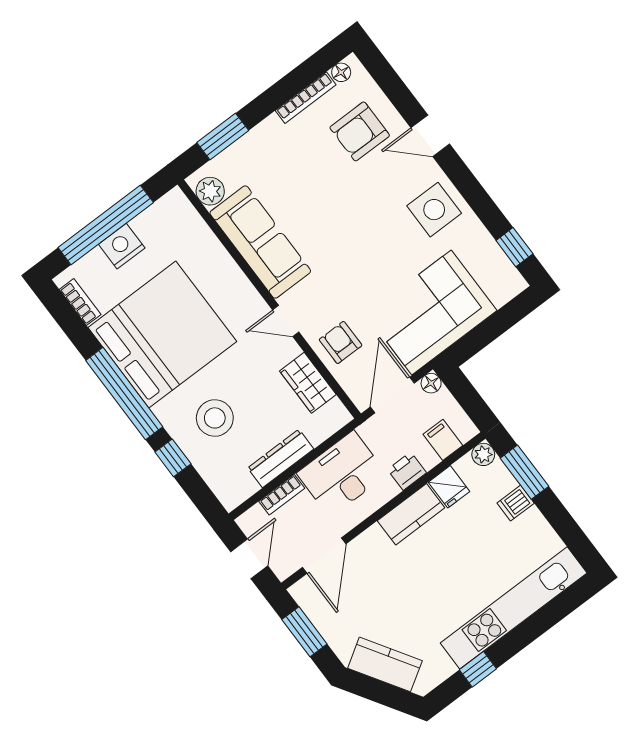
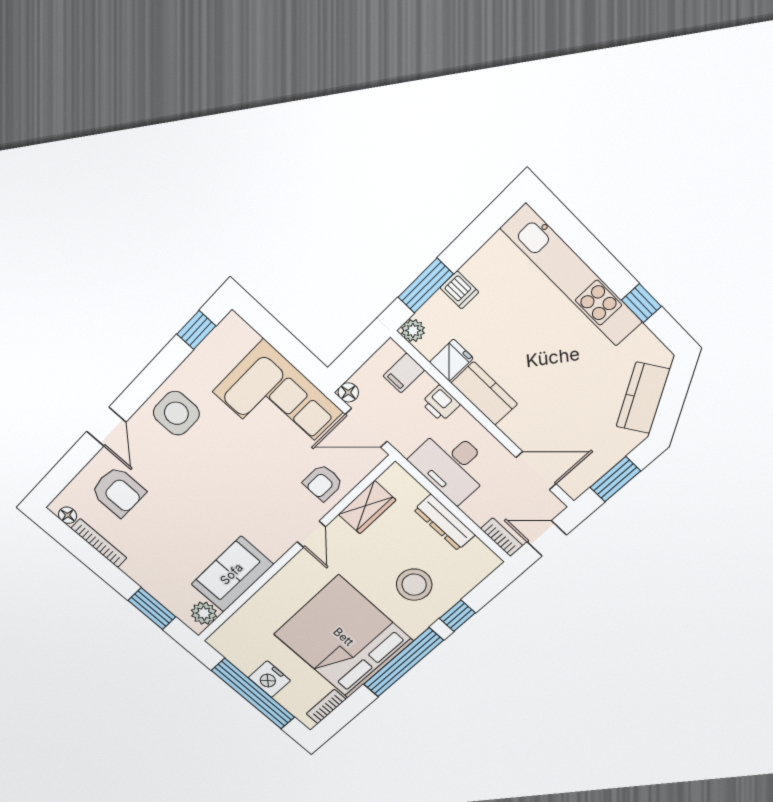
sofa: (260, 242) -> (232, 574), width x0.73
bookcase: (282, 495) -> (502, 537), moved

